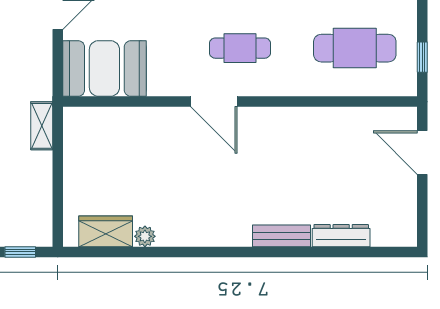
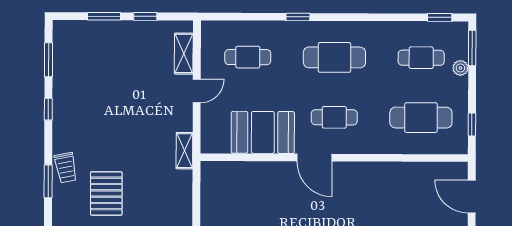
booth: (104, 68) -> (263, 132), moved
shelving: (42, 126) -> (184, 151), moved

